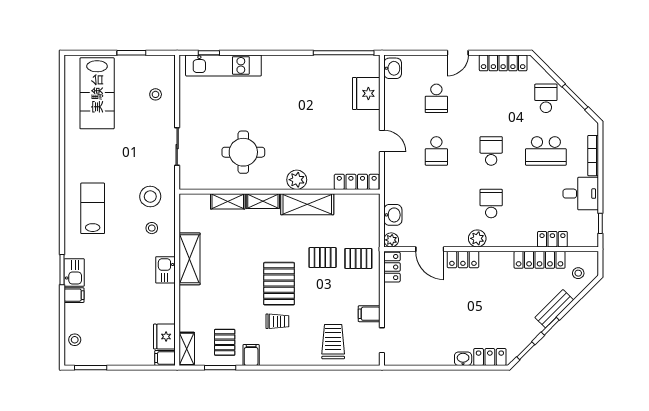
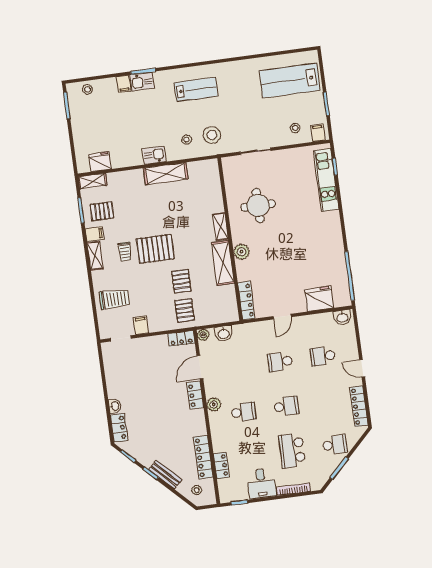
shelving: (228, 201) -> (95, 256), moved
filing cabinet: (165, 358) -> (318, 133), moved

